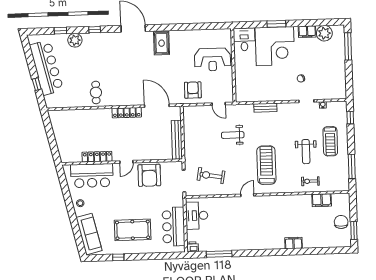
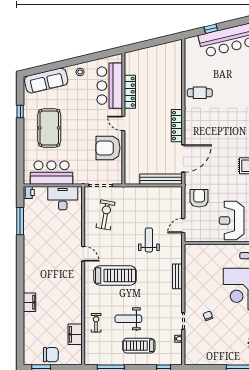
armchair: (193, 90) -> (199, 198), turned -90
bench: (177, 140) -> (161, 179), moved

